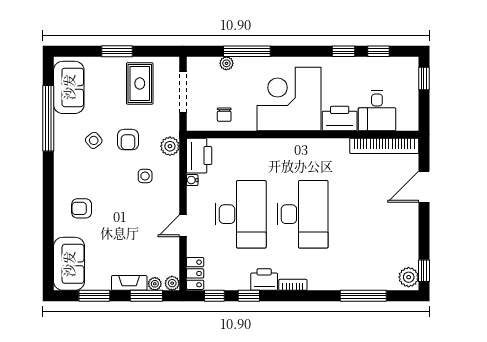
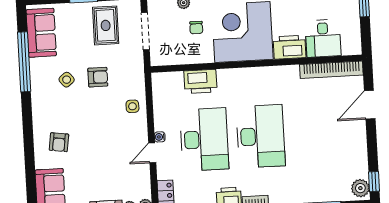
chair: (224, 115) -> (196, 28), moved
armchair: (128, 140) -> (98, 77), turned -90
plant: (170, 146) -> (136, 81), removed
printer: (199, 156) -> (200, 81), moved, turned 90
side table: (145, 176) -> (132, 106), moved
water cooler: (192, 180) -> (160, 137), moved
armchair: (82, 208) -> (59, 142), turned -82

